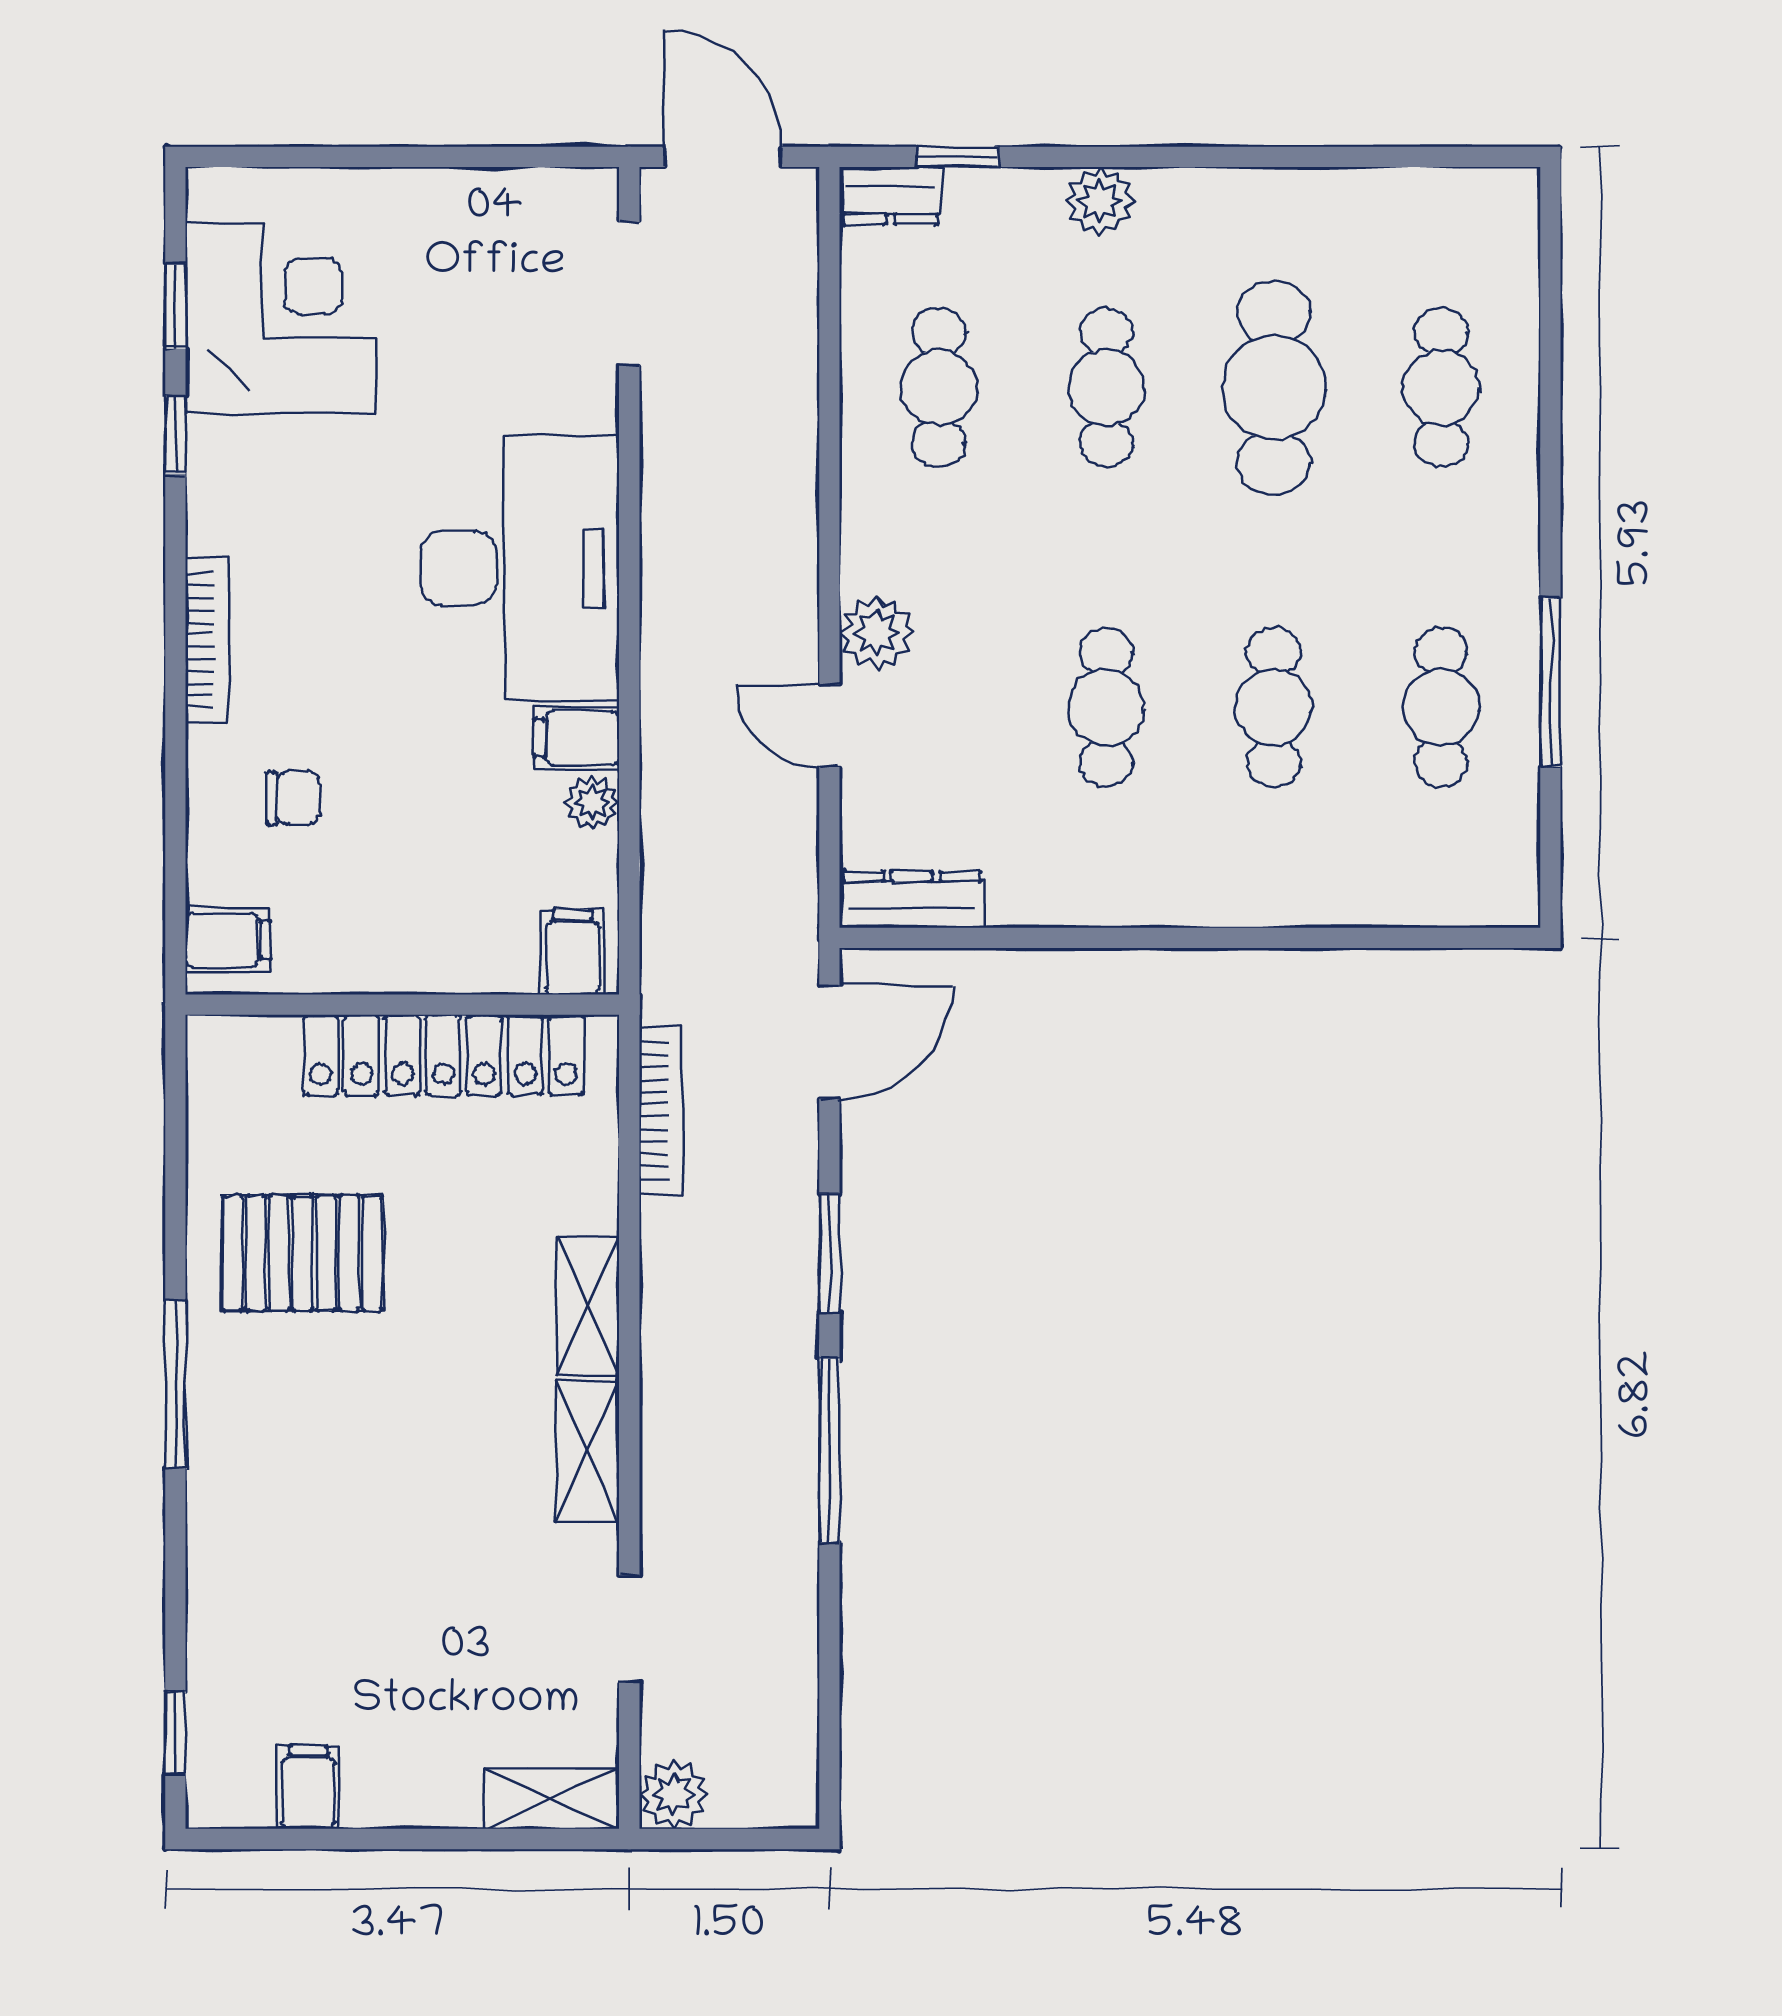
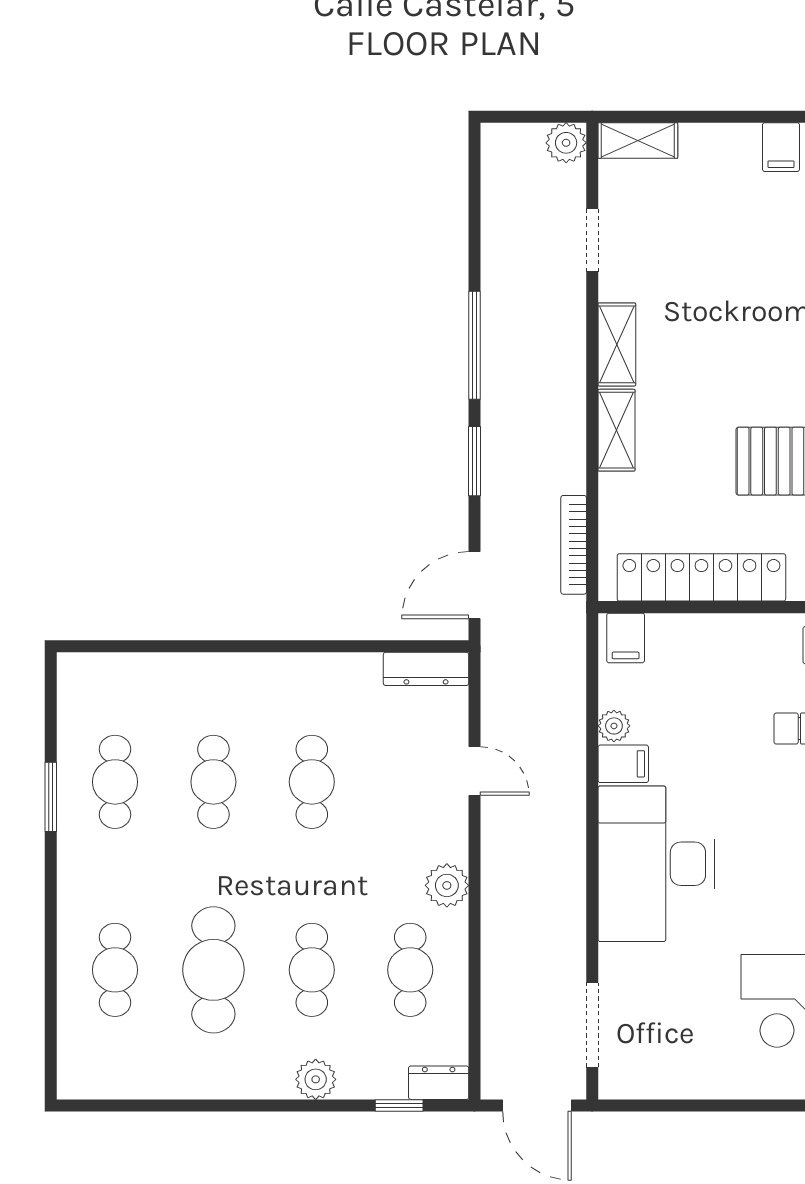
plant: (877, 633) -> (447, 885), moved
window: (1550, 682) -> (51, 797), width x0.69

